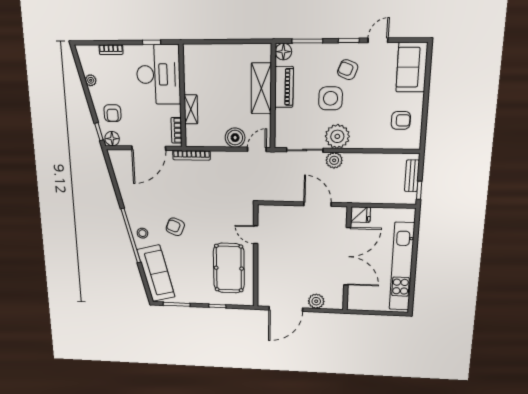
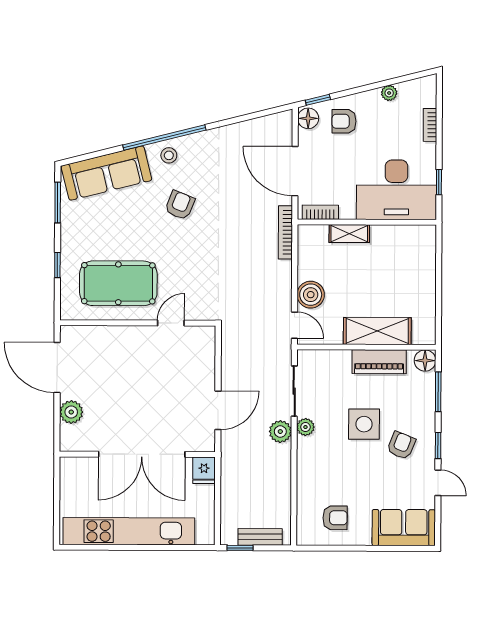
armchair: (401, 120) -> (335, 518), turned -90
plant: (337, 136) -> (305, 427), width x0.53, depth x0.53

